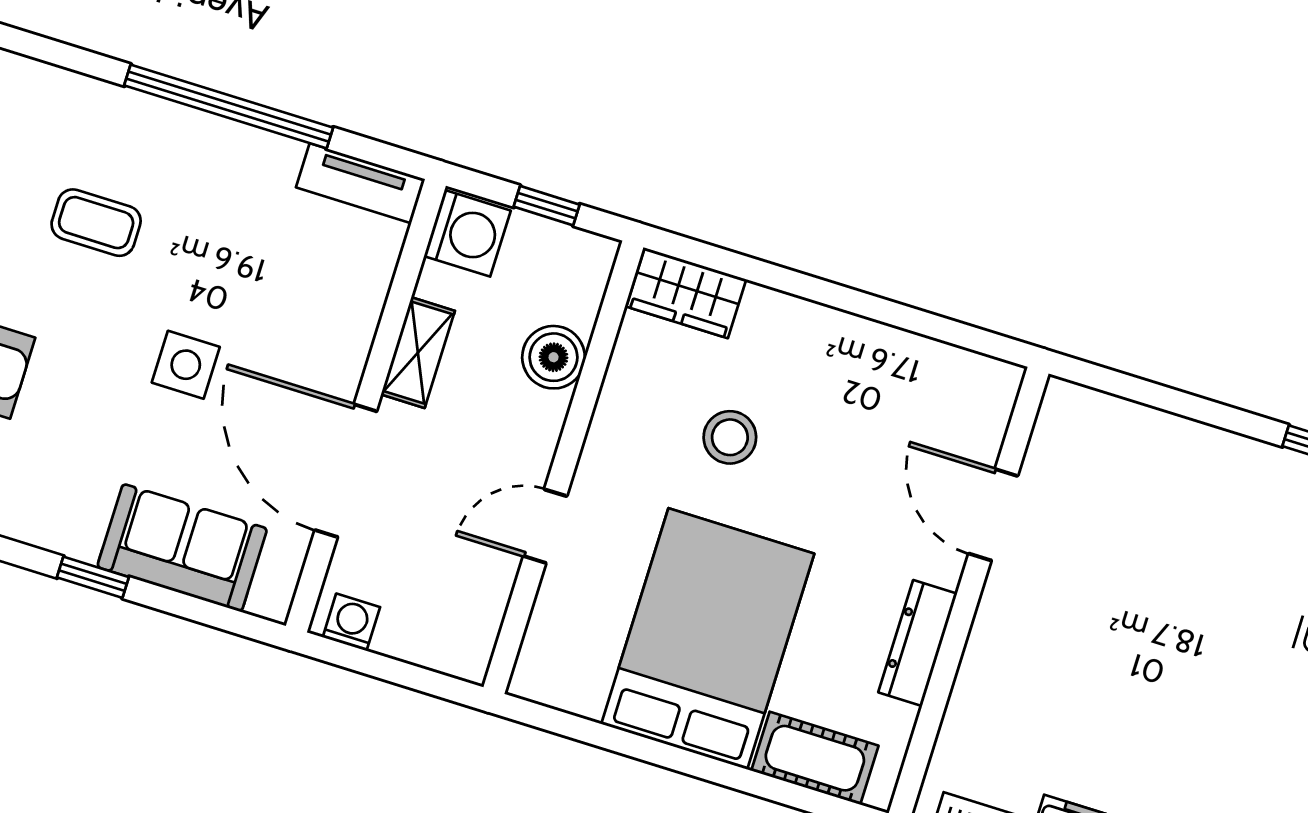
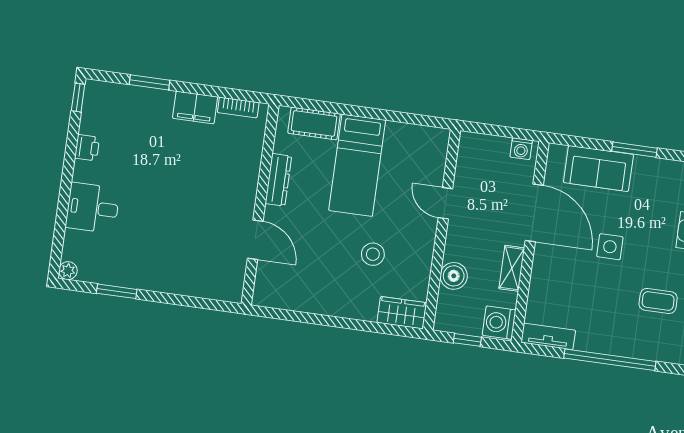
door: (545, 526) -> (445, 203), swing flipped
window: (93, 577) -> (634, 150), width x1.50
bed: (708, 639) -> (357, 165), width x0.67

